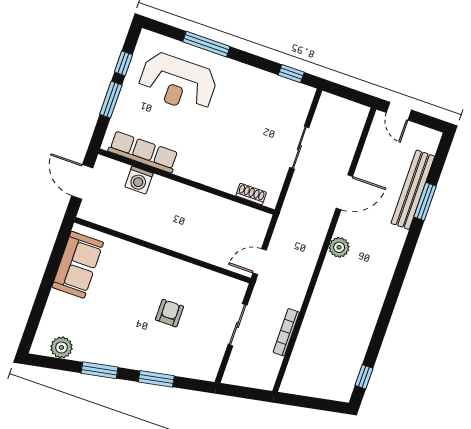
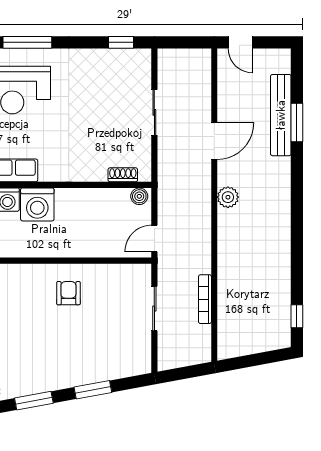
washing machine: (164, 194) -> (37, 204), added
boiler: (259, 219) -> (139, 196), added
armchair: (169, 313) -> (68, 293), moved

